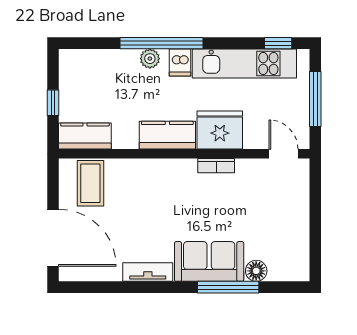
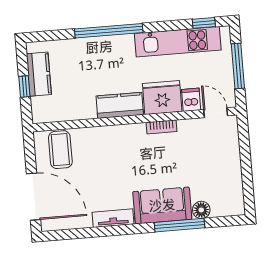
plant: (150, 59) -> (100, 44), removed
dishwasher: (180, 63) -> (191, 100), moved, turned 180
kitchen counter: (85, 136) -> (39, 74), moved, turned 90

